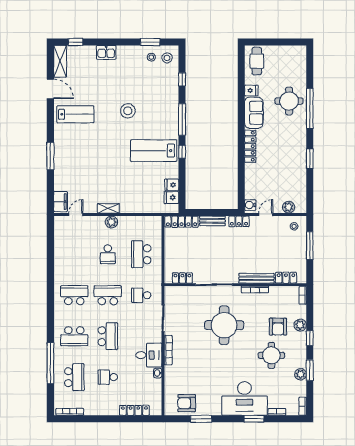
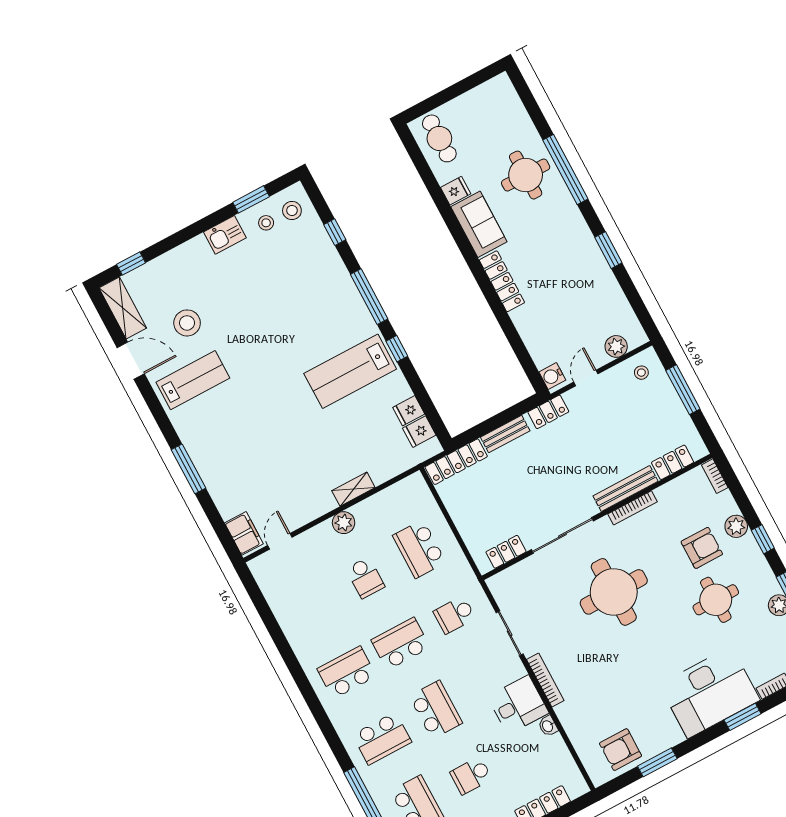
kitchen sink: (106, 52) -> (225, 235), moved
stool: (128, 111) -> (187, 323), moved
shelving: (108, 208) -> (353, 489), moved
armchair: (278, 327) -> (702, 548), turned -90

